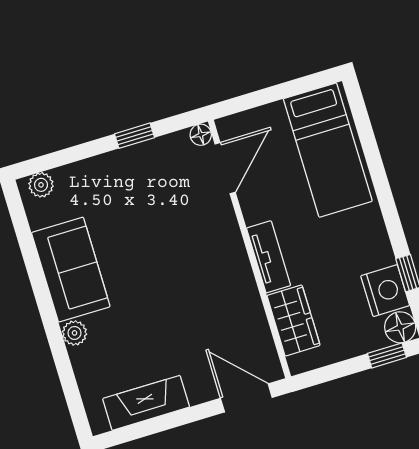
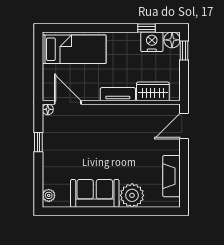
plant: (75, 333) -> (132, 195), width x1.88, depth x1.88

